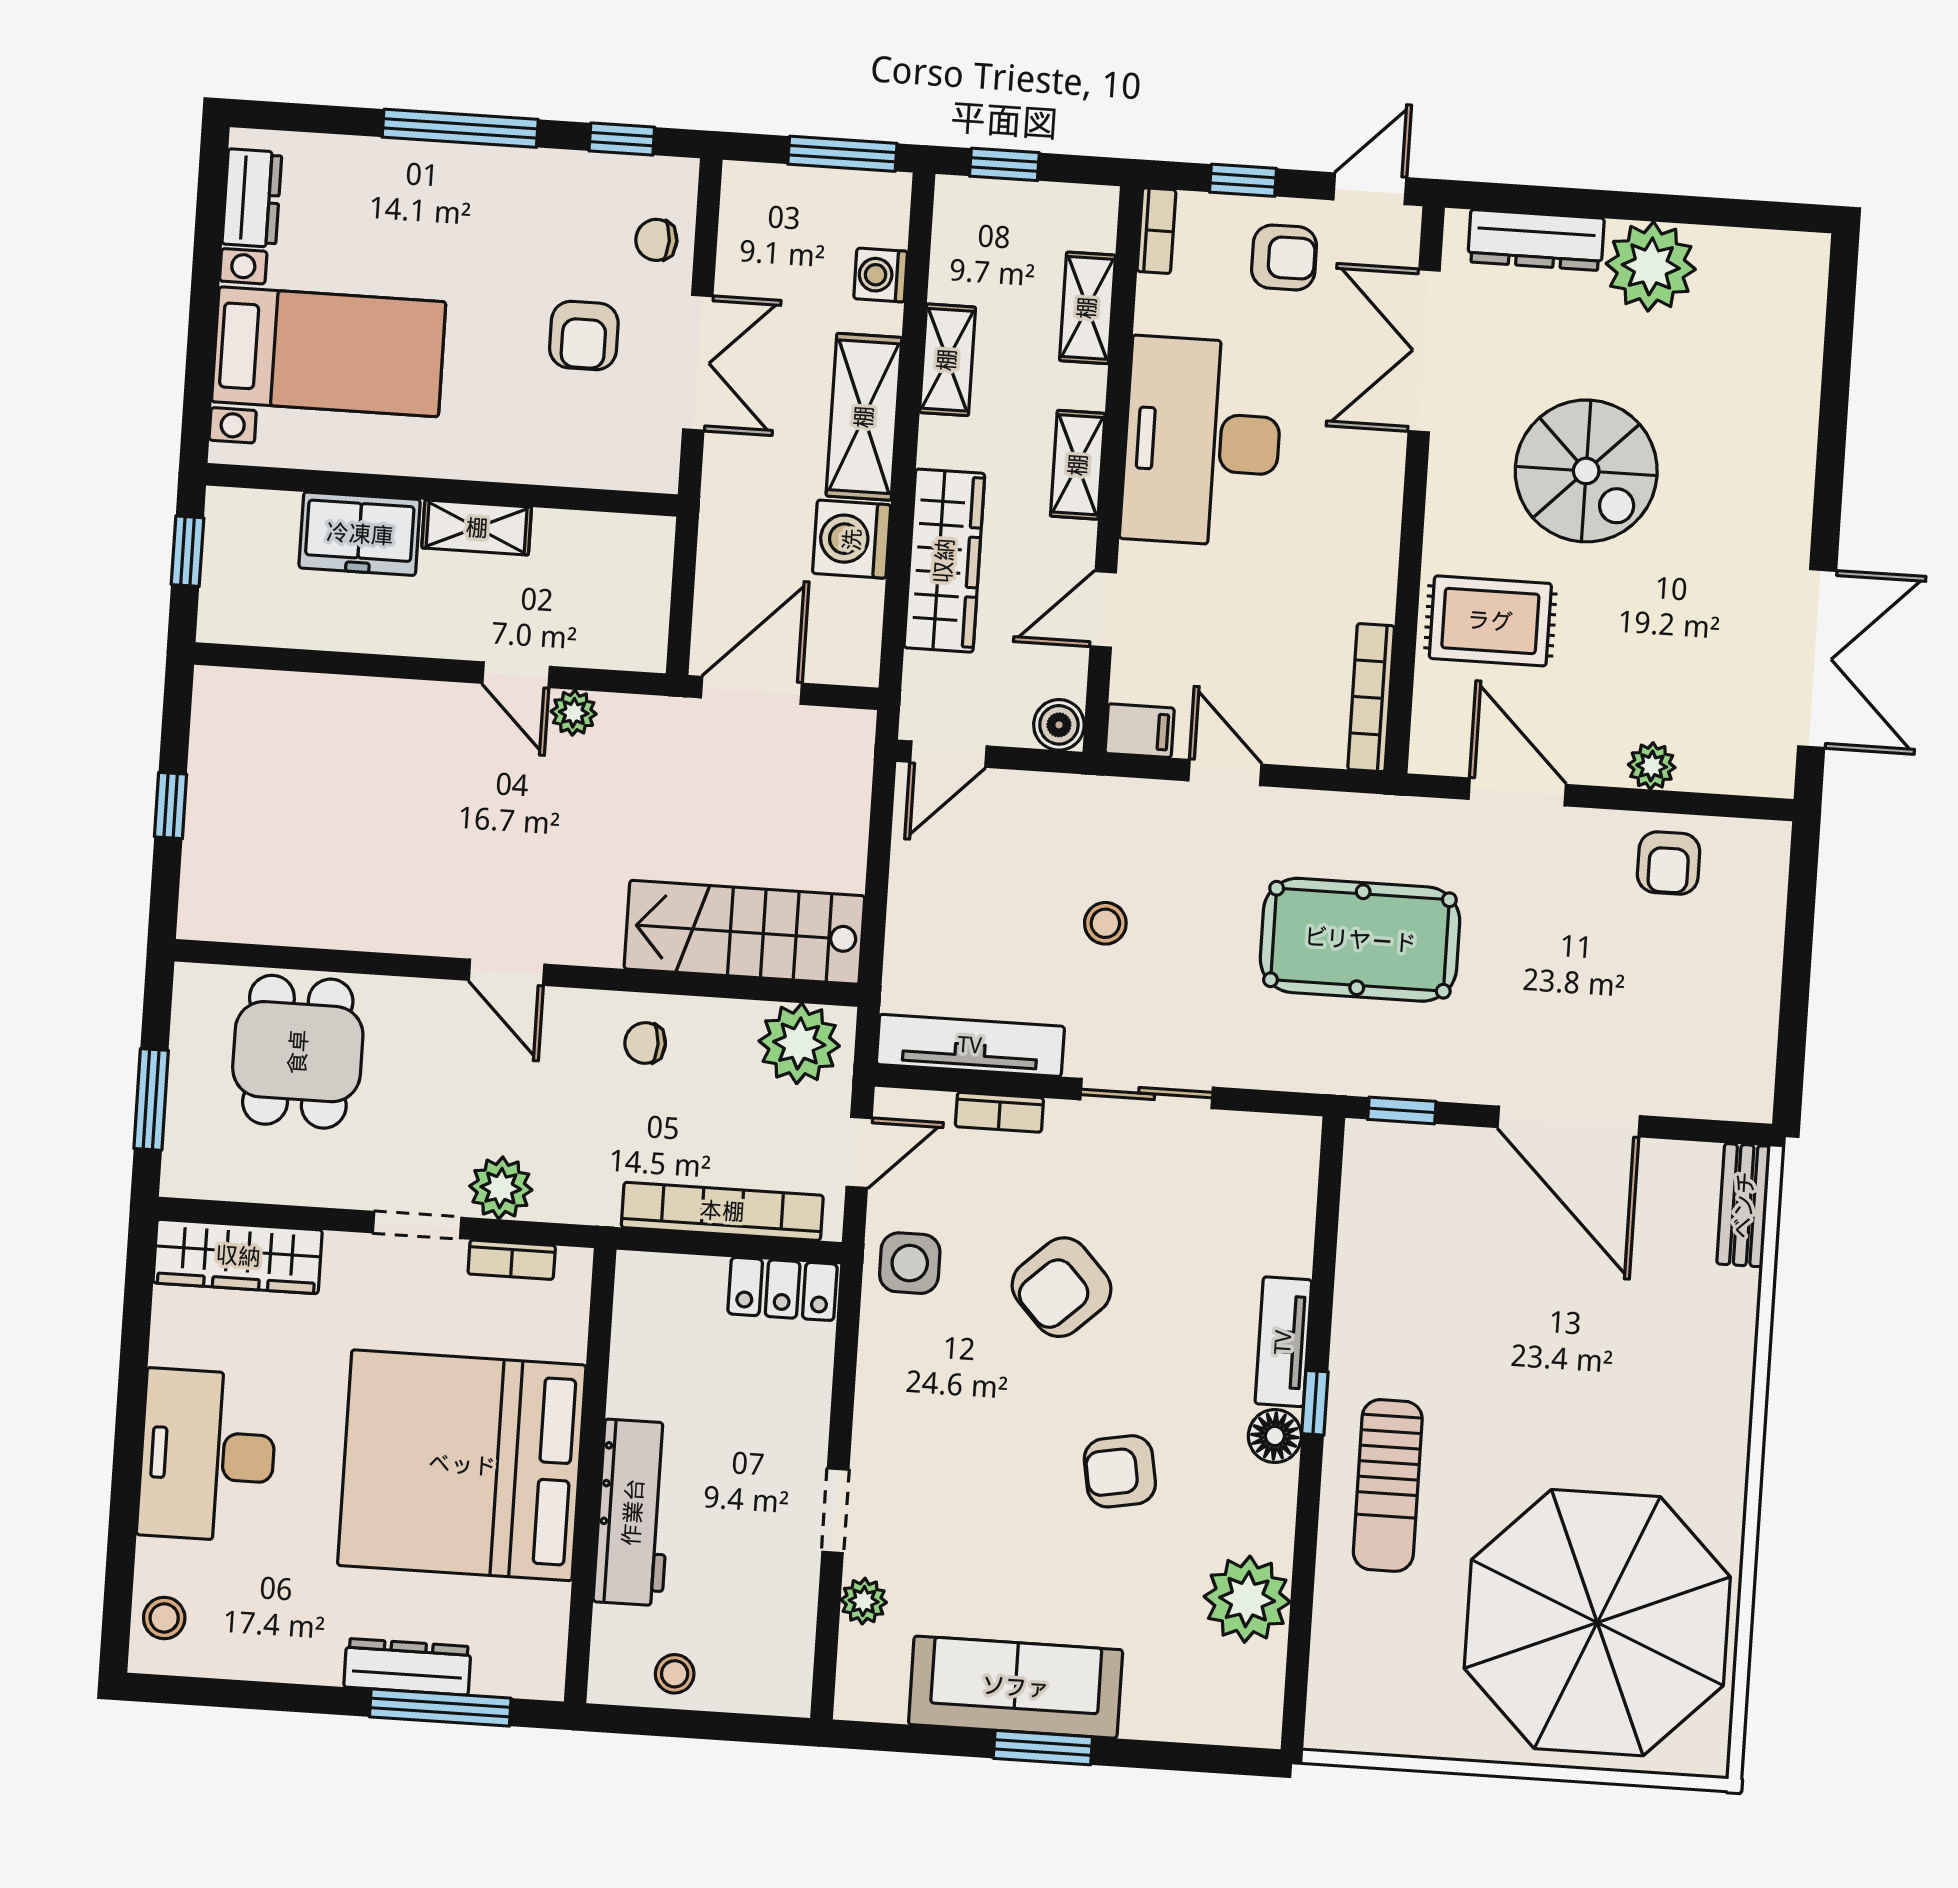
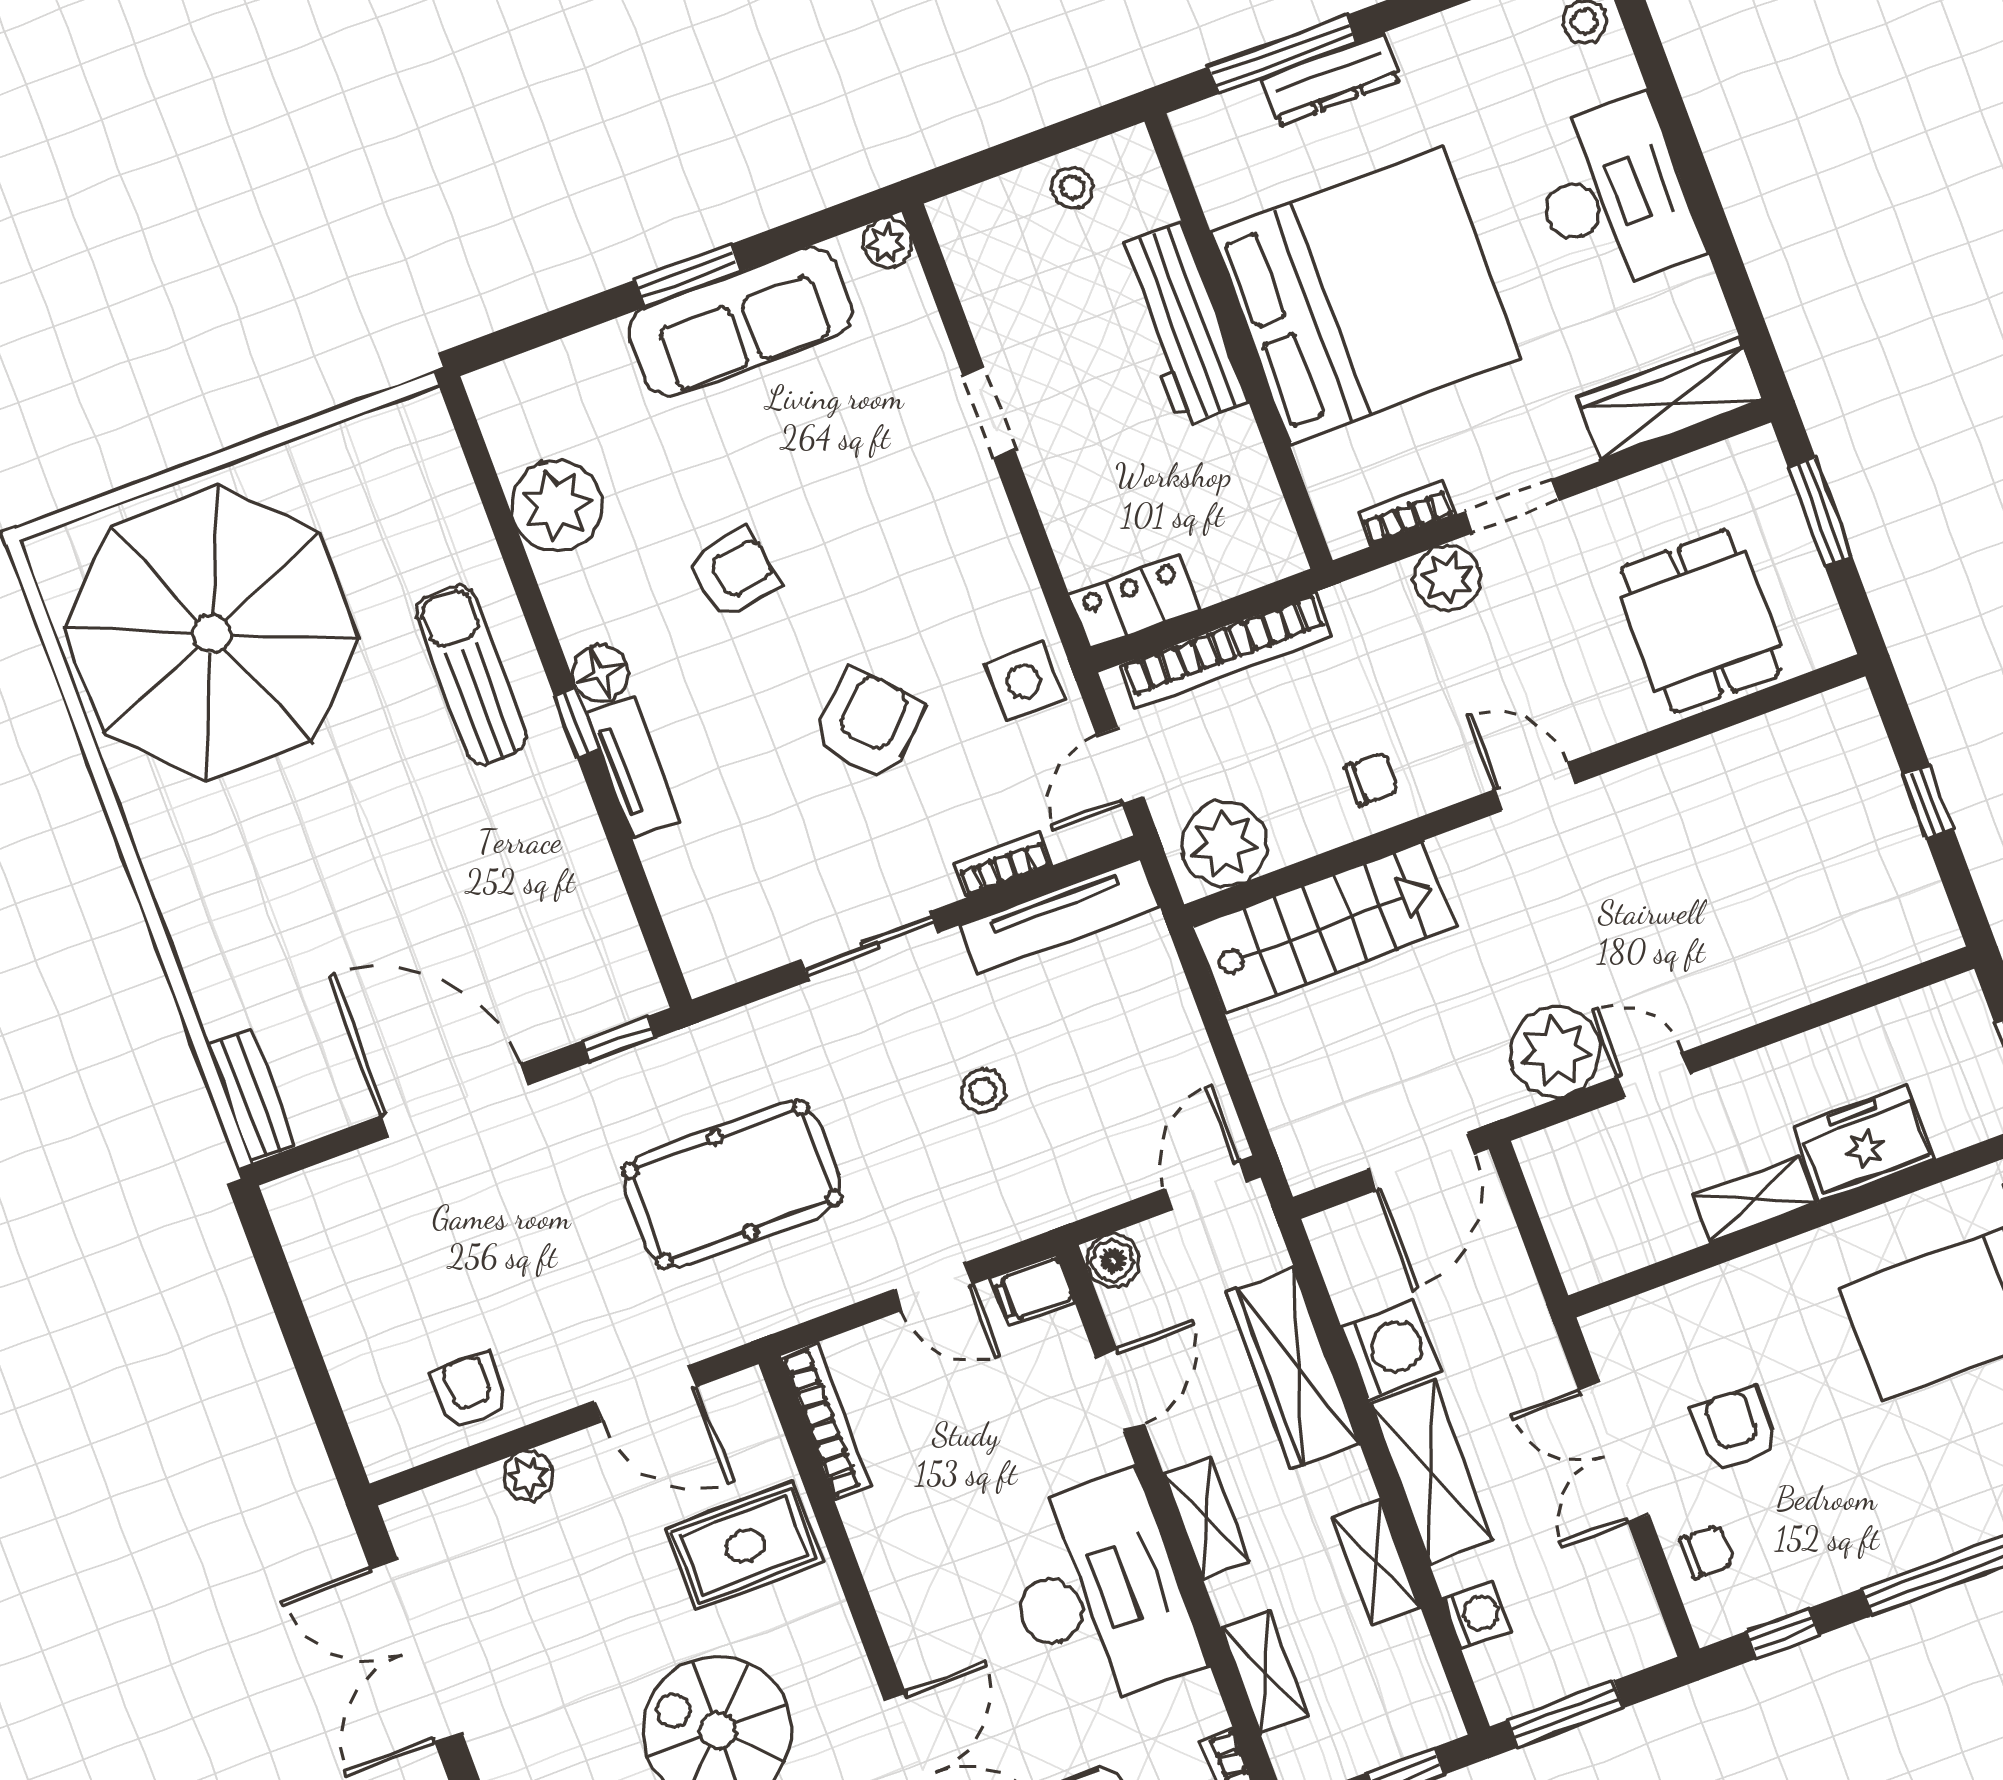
plant: (574, 713) -> (1555, 1052), width x1.88, depth x1.88
plant: (864, 1601) -> (887, 243), moved

